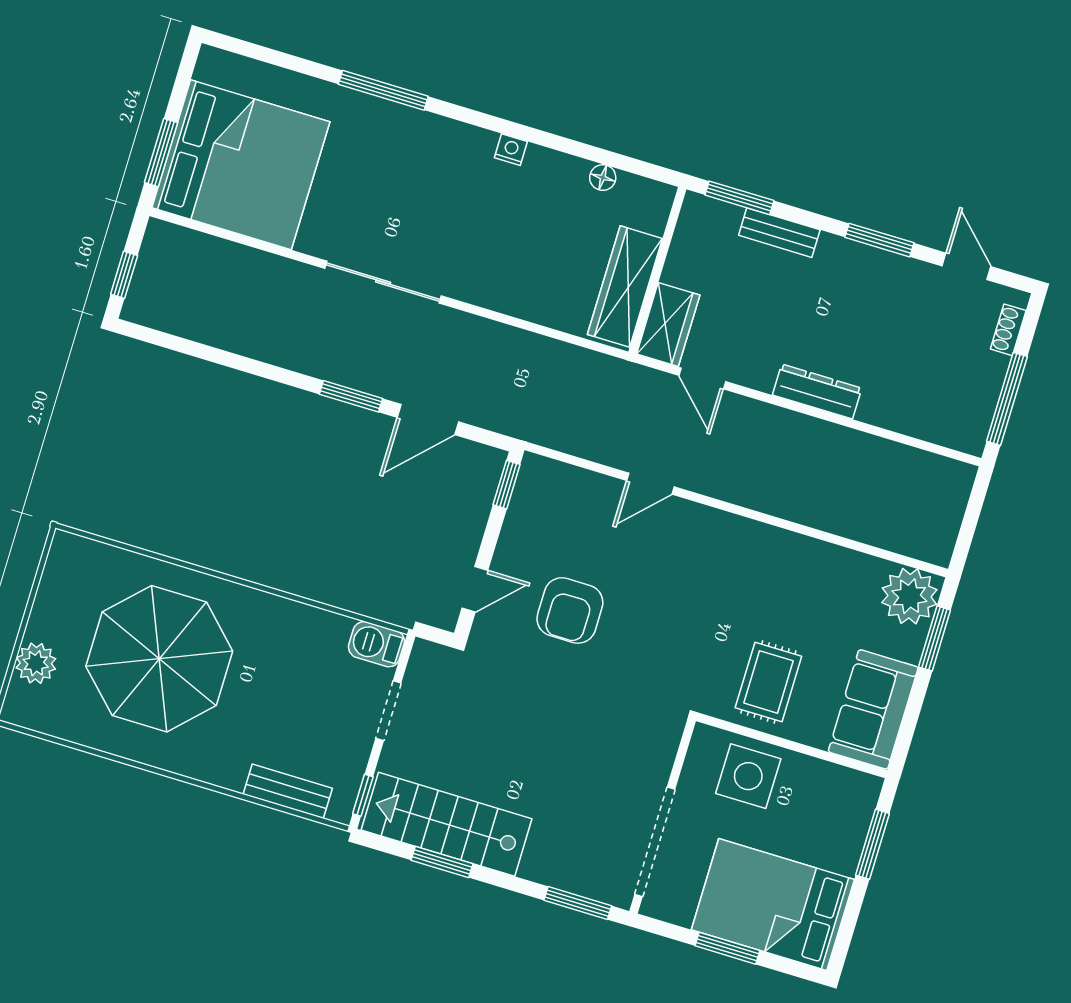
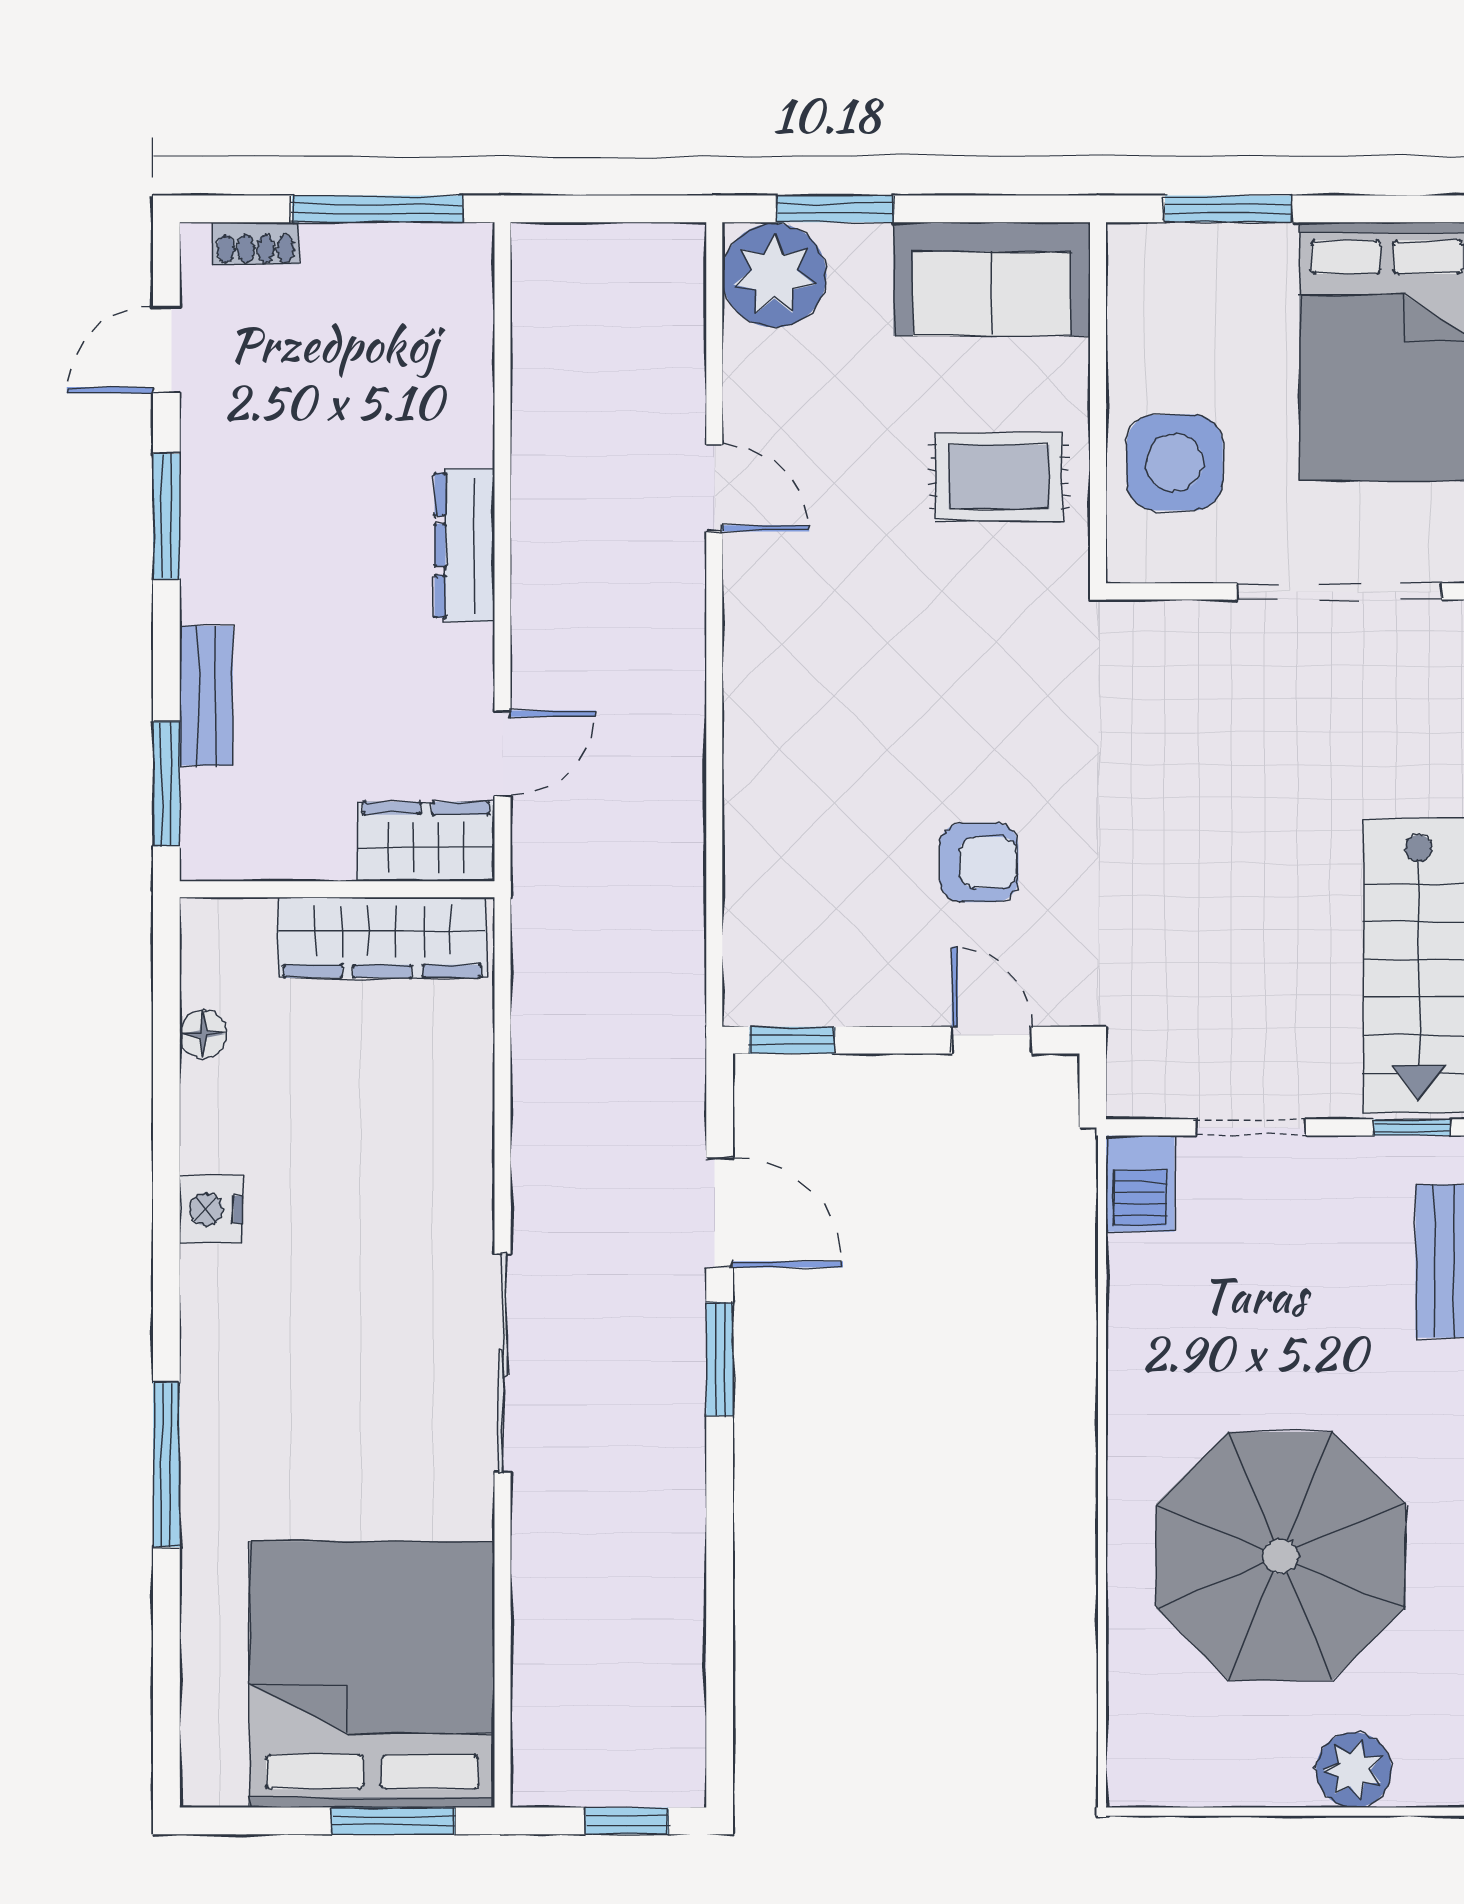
nightstand: (511, 150) -> (211, 1209), width x1.39, depth x1.35
door: (650, 484) -> (714, 488), moved
armchair: (570, 610) -> (979, 863), width x0.72, depth x0.72

